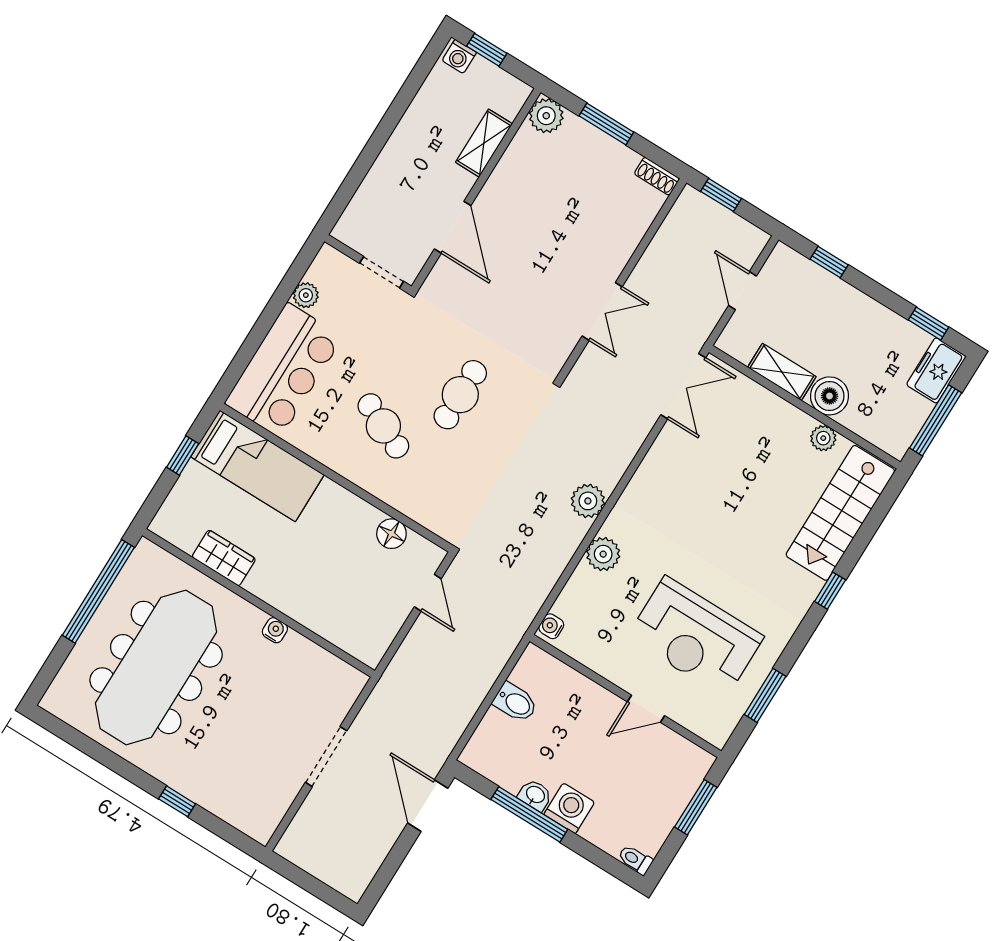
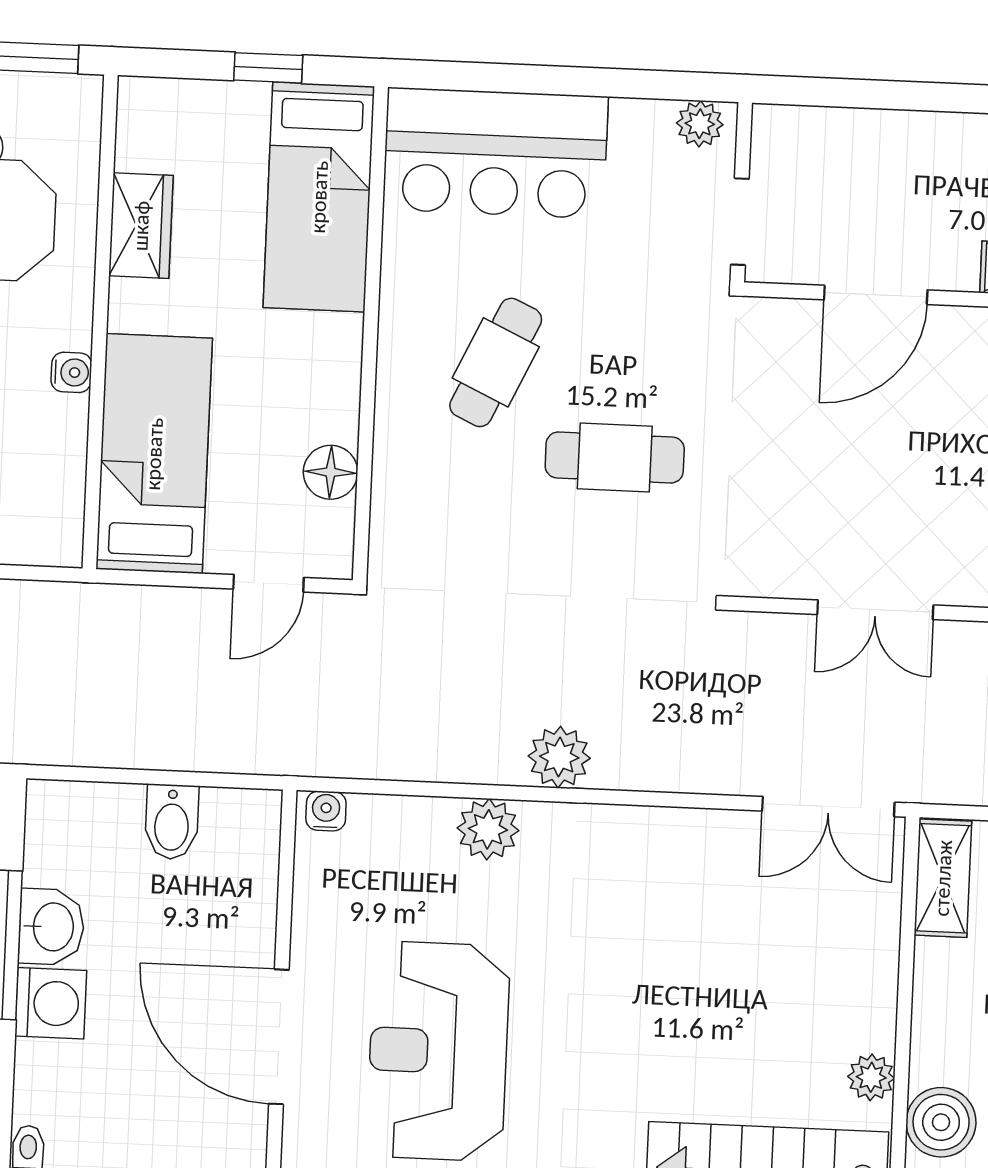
plant: (306, 295) -> (700, 124), moved
shelving: (782, 372) -> (943, 878), moved
boiler: (830, 396) -> (941, 1122), moved
bed: (336, 612) -> (154, 454), added
door: (646, 709) -> (279, 1037), width x1.88
washbasin: (535, 795) -> (51, 927), width x1.38, depth x1.45

